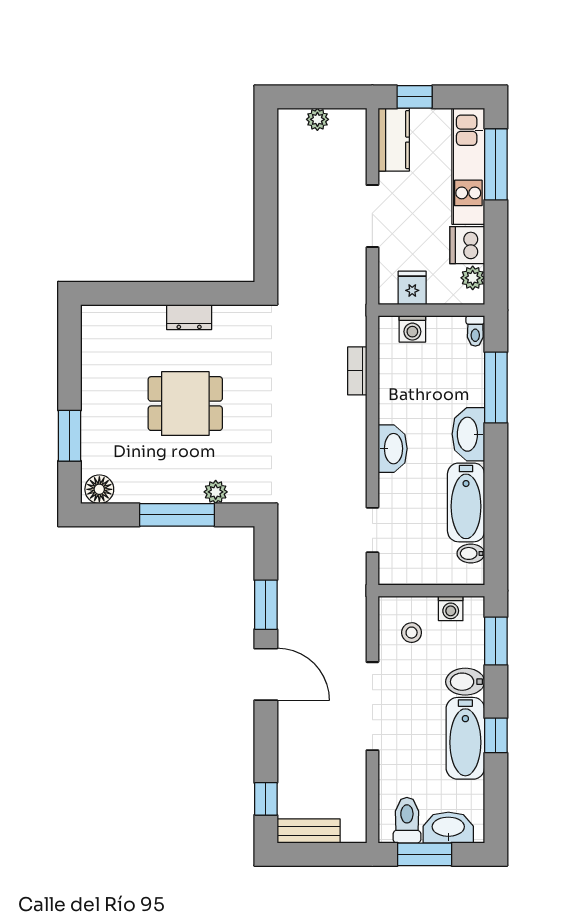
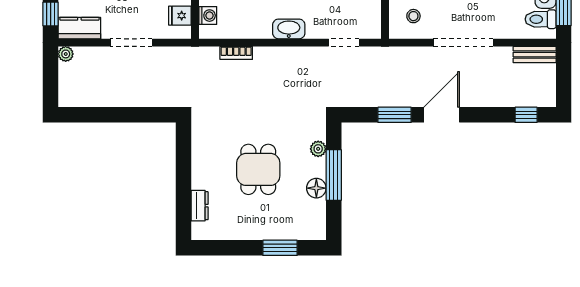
plant: (317, 119) -> (66, 54), moved
dresser: (189, 317) -> (200, 206), moved
floor lamp: (99, 489) -> (316, 188), moved
bench: (309, 831) -> (535, 55), moved, turned 90

